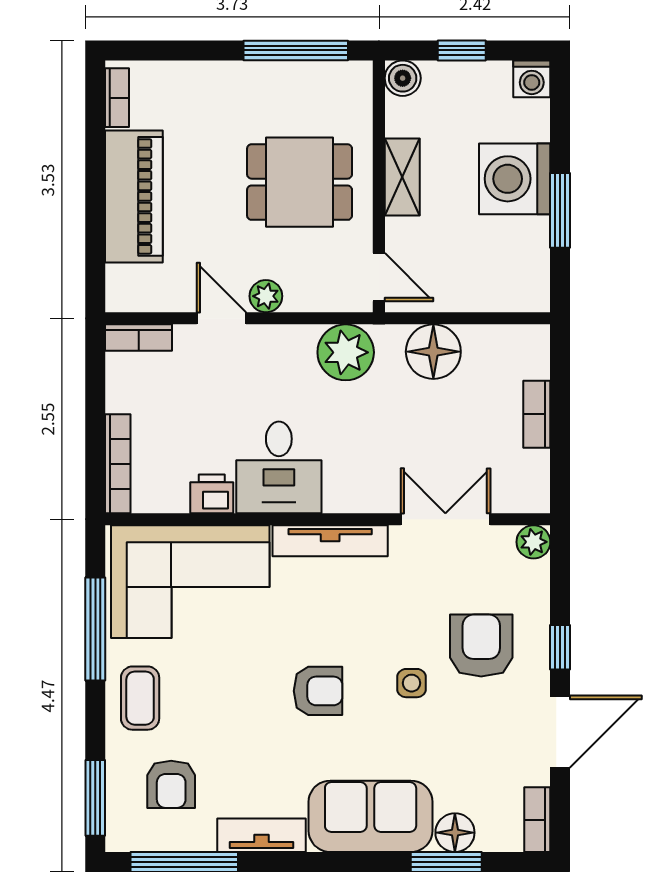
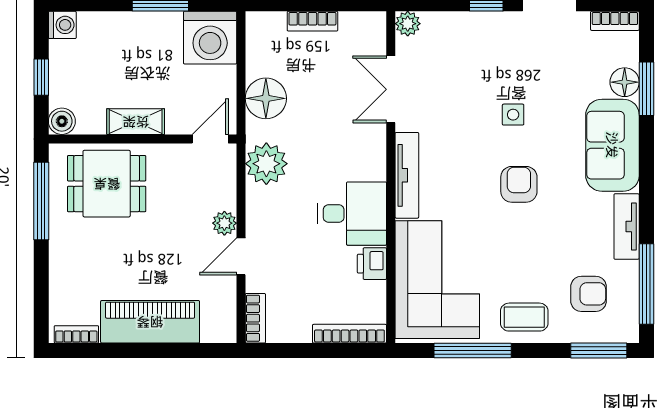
washing machine: (515, 179) -> (210, 38), moved
dining table: (300, 182) -> (107, 184), moved, turned 90
armchair: (481, 645) -> (485, 63), removed

